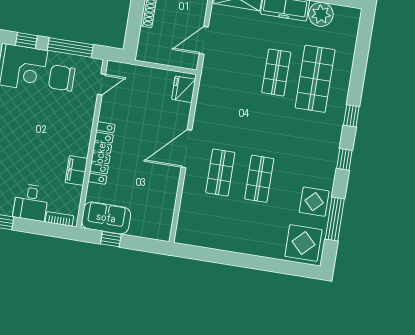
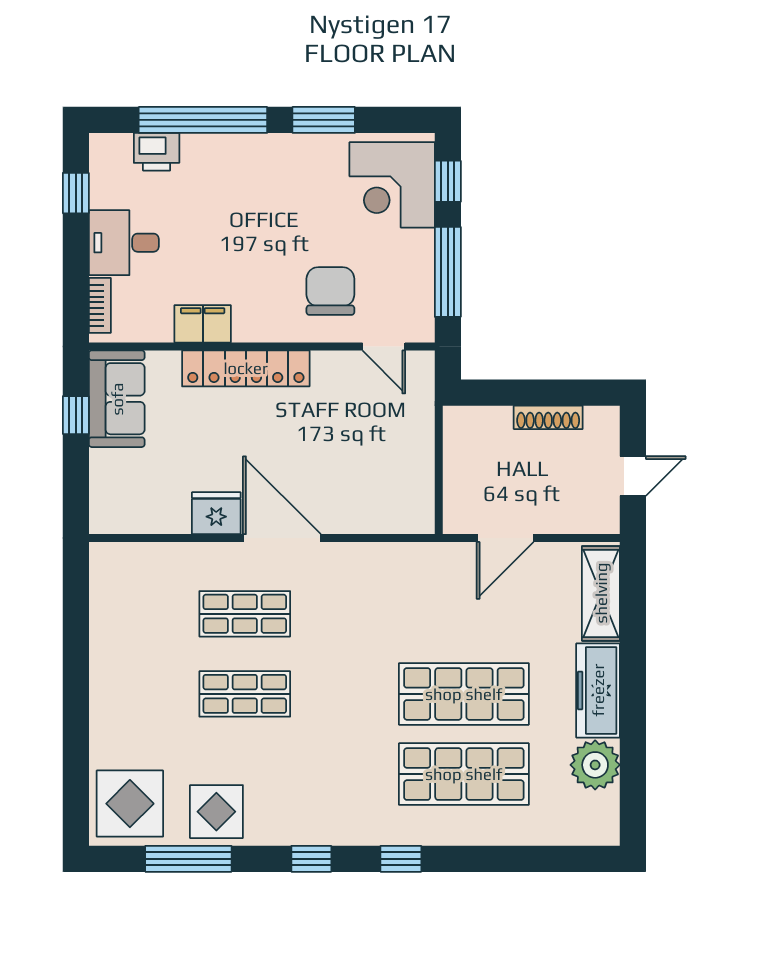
door: (204, 40) -> (505, 538), swing flipped
shop shelf: (276, 72) -> (464, 694), width x1.43, depth x1.36
chair: (62, 78) -> (330, 291), moved
fridge: (184, 89) -> (216, 513), moved

